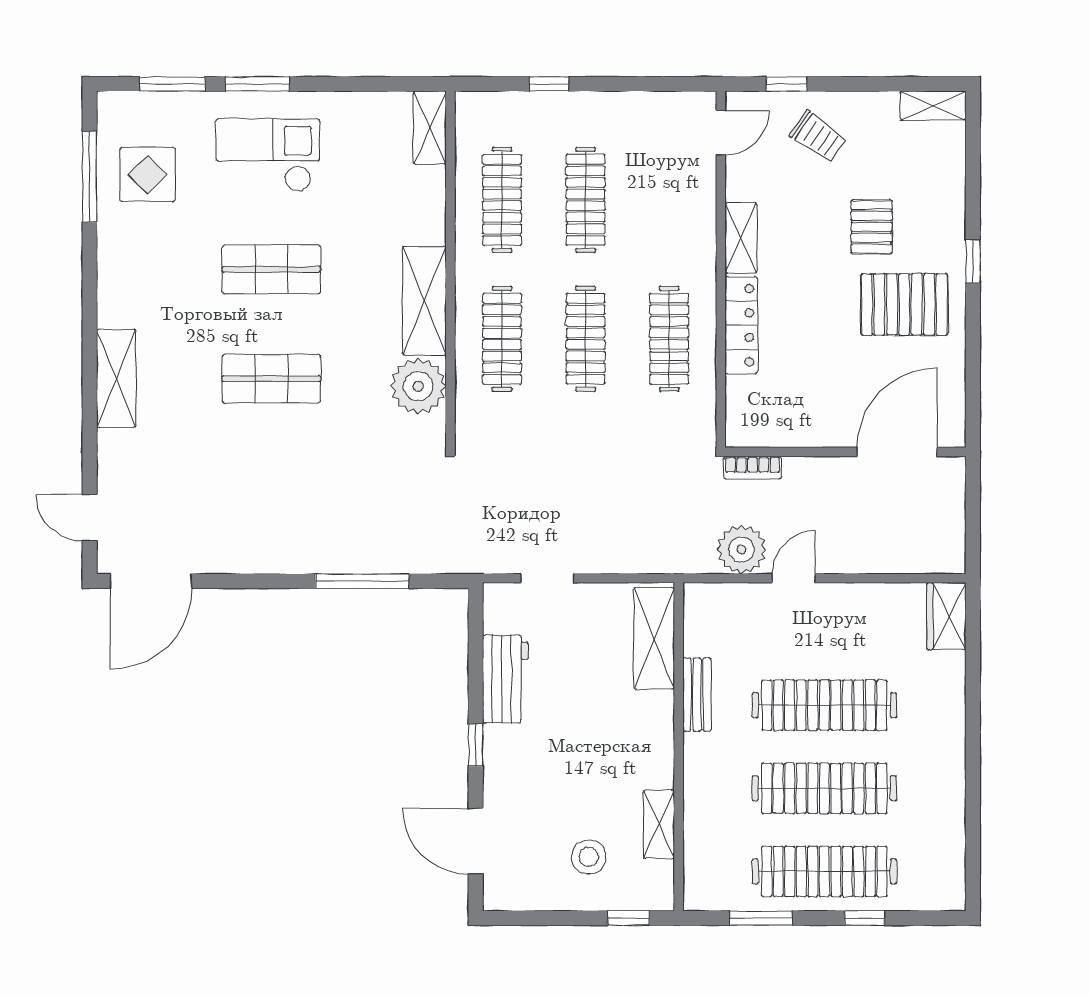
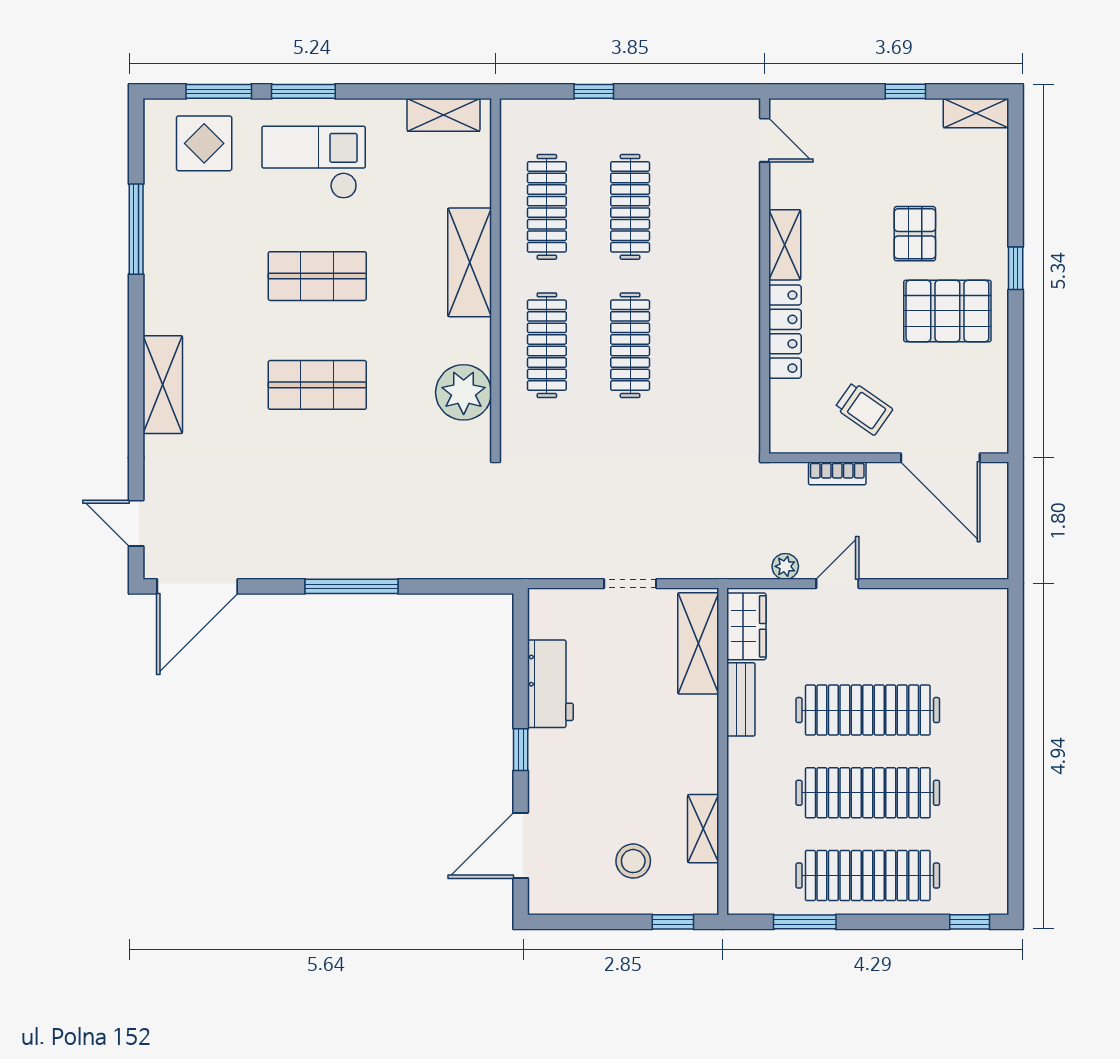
window: (787, 84) -> (905, 91), moved
shelving: (430, 128) -> (444, 115), moved, turned 90
door: (721, 133) -> (765, 140), hinge flipped
trolley: (818, 137) -> (864, 409), moved
display table: (148, 175) -> (204, 143), moved
window: (90, 177) -> (136, 229), moved
shelving: (424, 301) -> (470, 262), moved
clothes rail: (669, 339) -> (713, 345), removed
door: (897, 452) -> (940, 458), swing flipped
bookcase: (753, 468) -> (837, 473), moved
plant: (741, 549) -> (785, 566), width x0.53, depth x0.53
doorway: (547, 578) -> (630, 584), moved
window: (362, 581) -> (352, 586), moved
wardrobe: (946, 616) -> (746, 626), moved, turned 180
door: (476, 841) -> (521, 845), hinge flipped
window: (865, 918) -> (970, 922), moved

